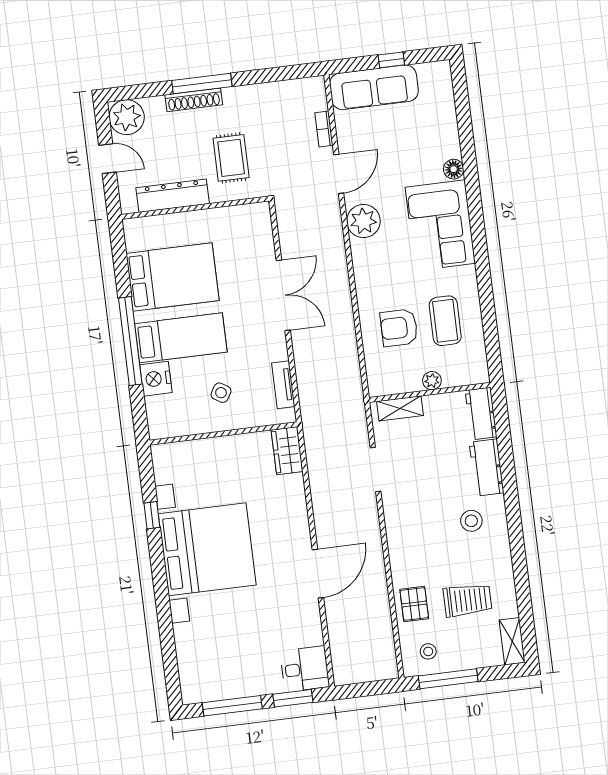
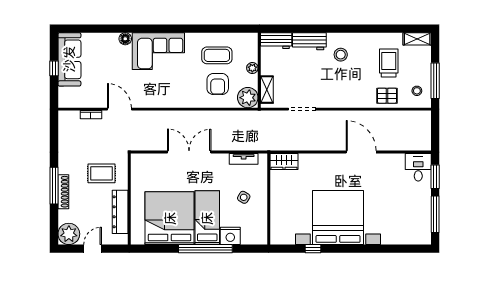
sofa: (374, 87) -> (69, 59), moved
plant: (363, 221) -> (248, 98), moved
bed: (172, 277) -> (170, 218), width x1.36

